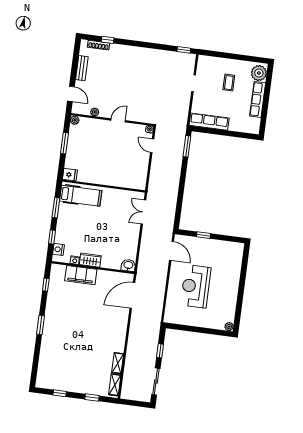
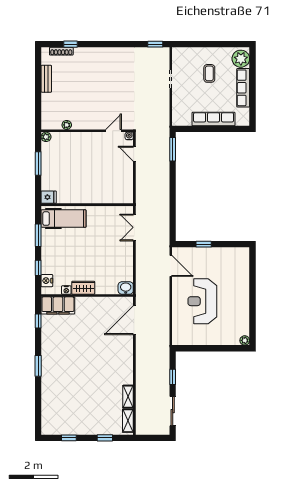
door: (71, 94) -> (38, 109), removed
door: (118, 120) -> (113, 131), moved
row of seats: (209, 122) -> (214, 119), moved
filing cabinet: (81, 275) -> (58, 305), moved

